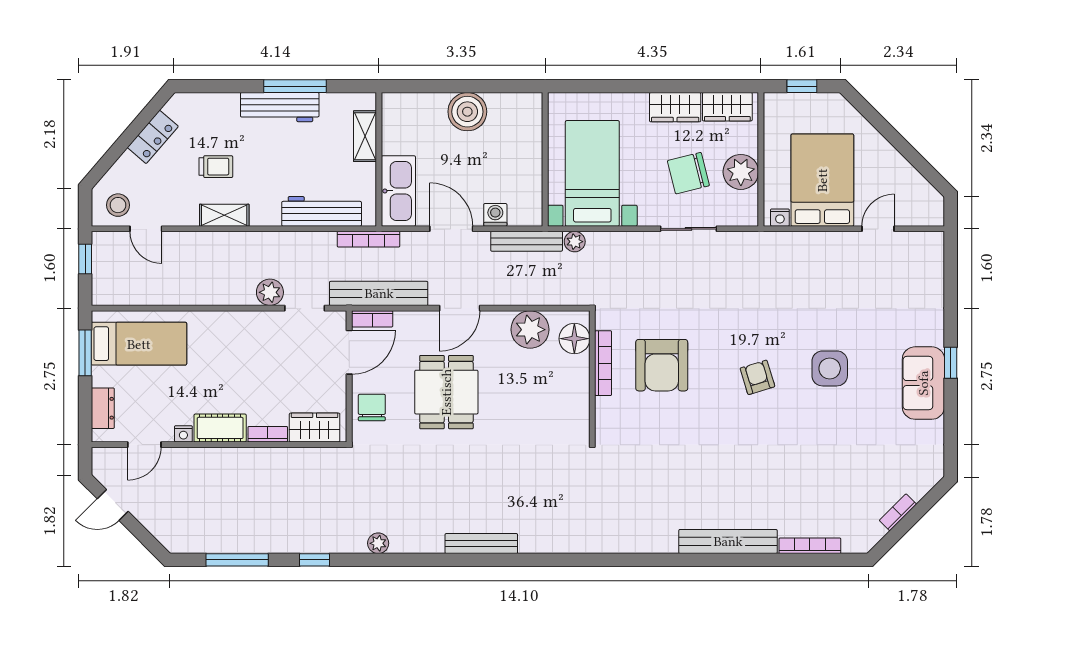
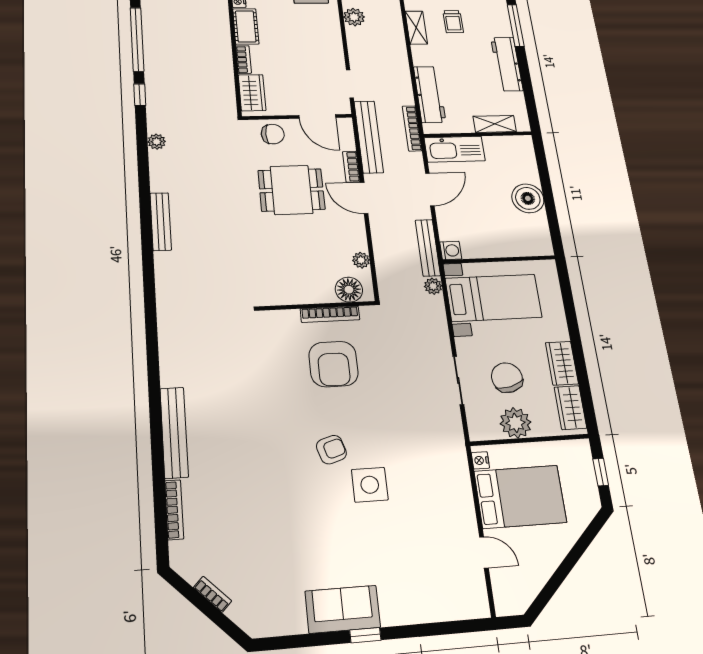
window: (295, 86) -> (516, 25), moved
washing machine: (495, 215) -> (451, 251), moved
plant: (270, 292) -> (354, 17), moved
bookcase: (372, 319) -> (351, 167), moved
plant: (530, 330) -> (361, 260), width x0.53, depth x0.53
armchair: (662, 365) -> (333, 364), turned -90
side table: (830, 368) -> (370, 485), moved
window: (237, 560) -> (137, 39), width x1.46

